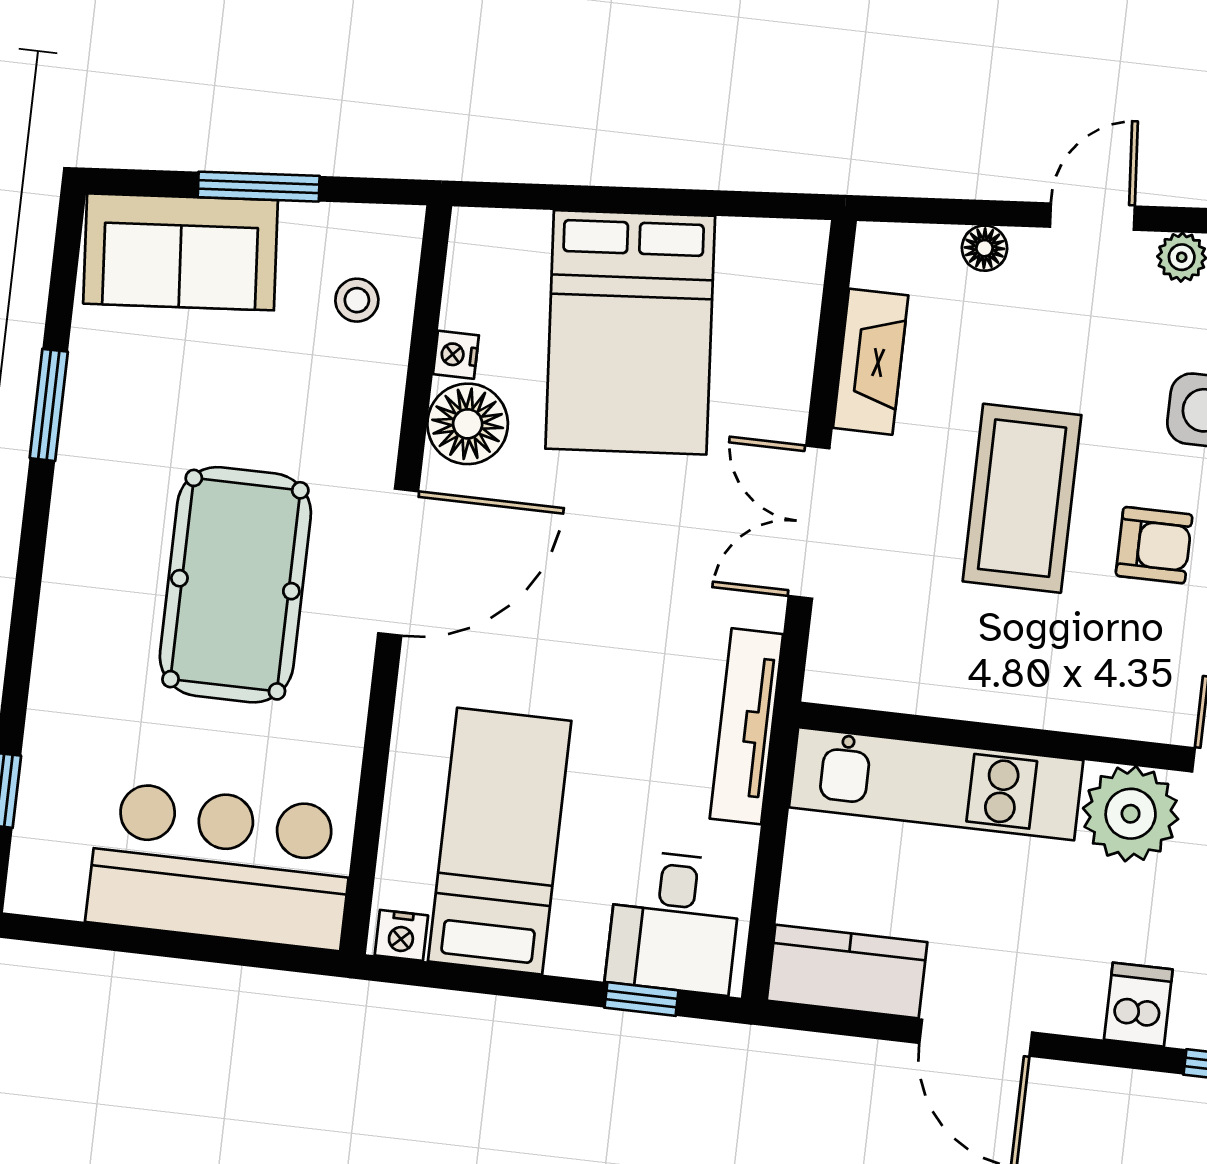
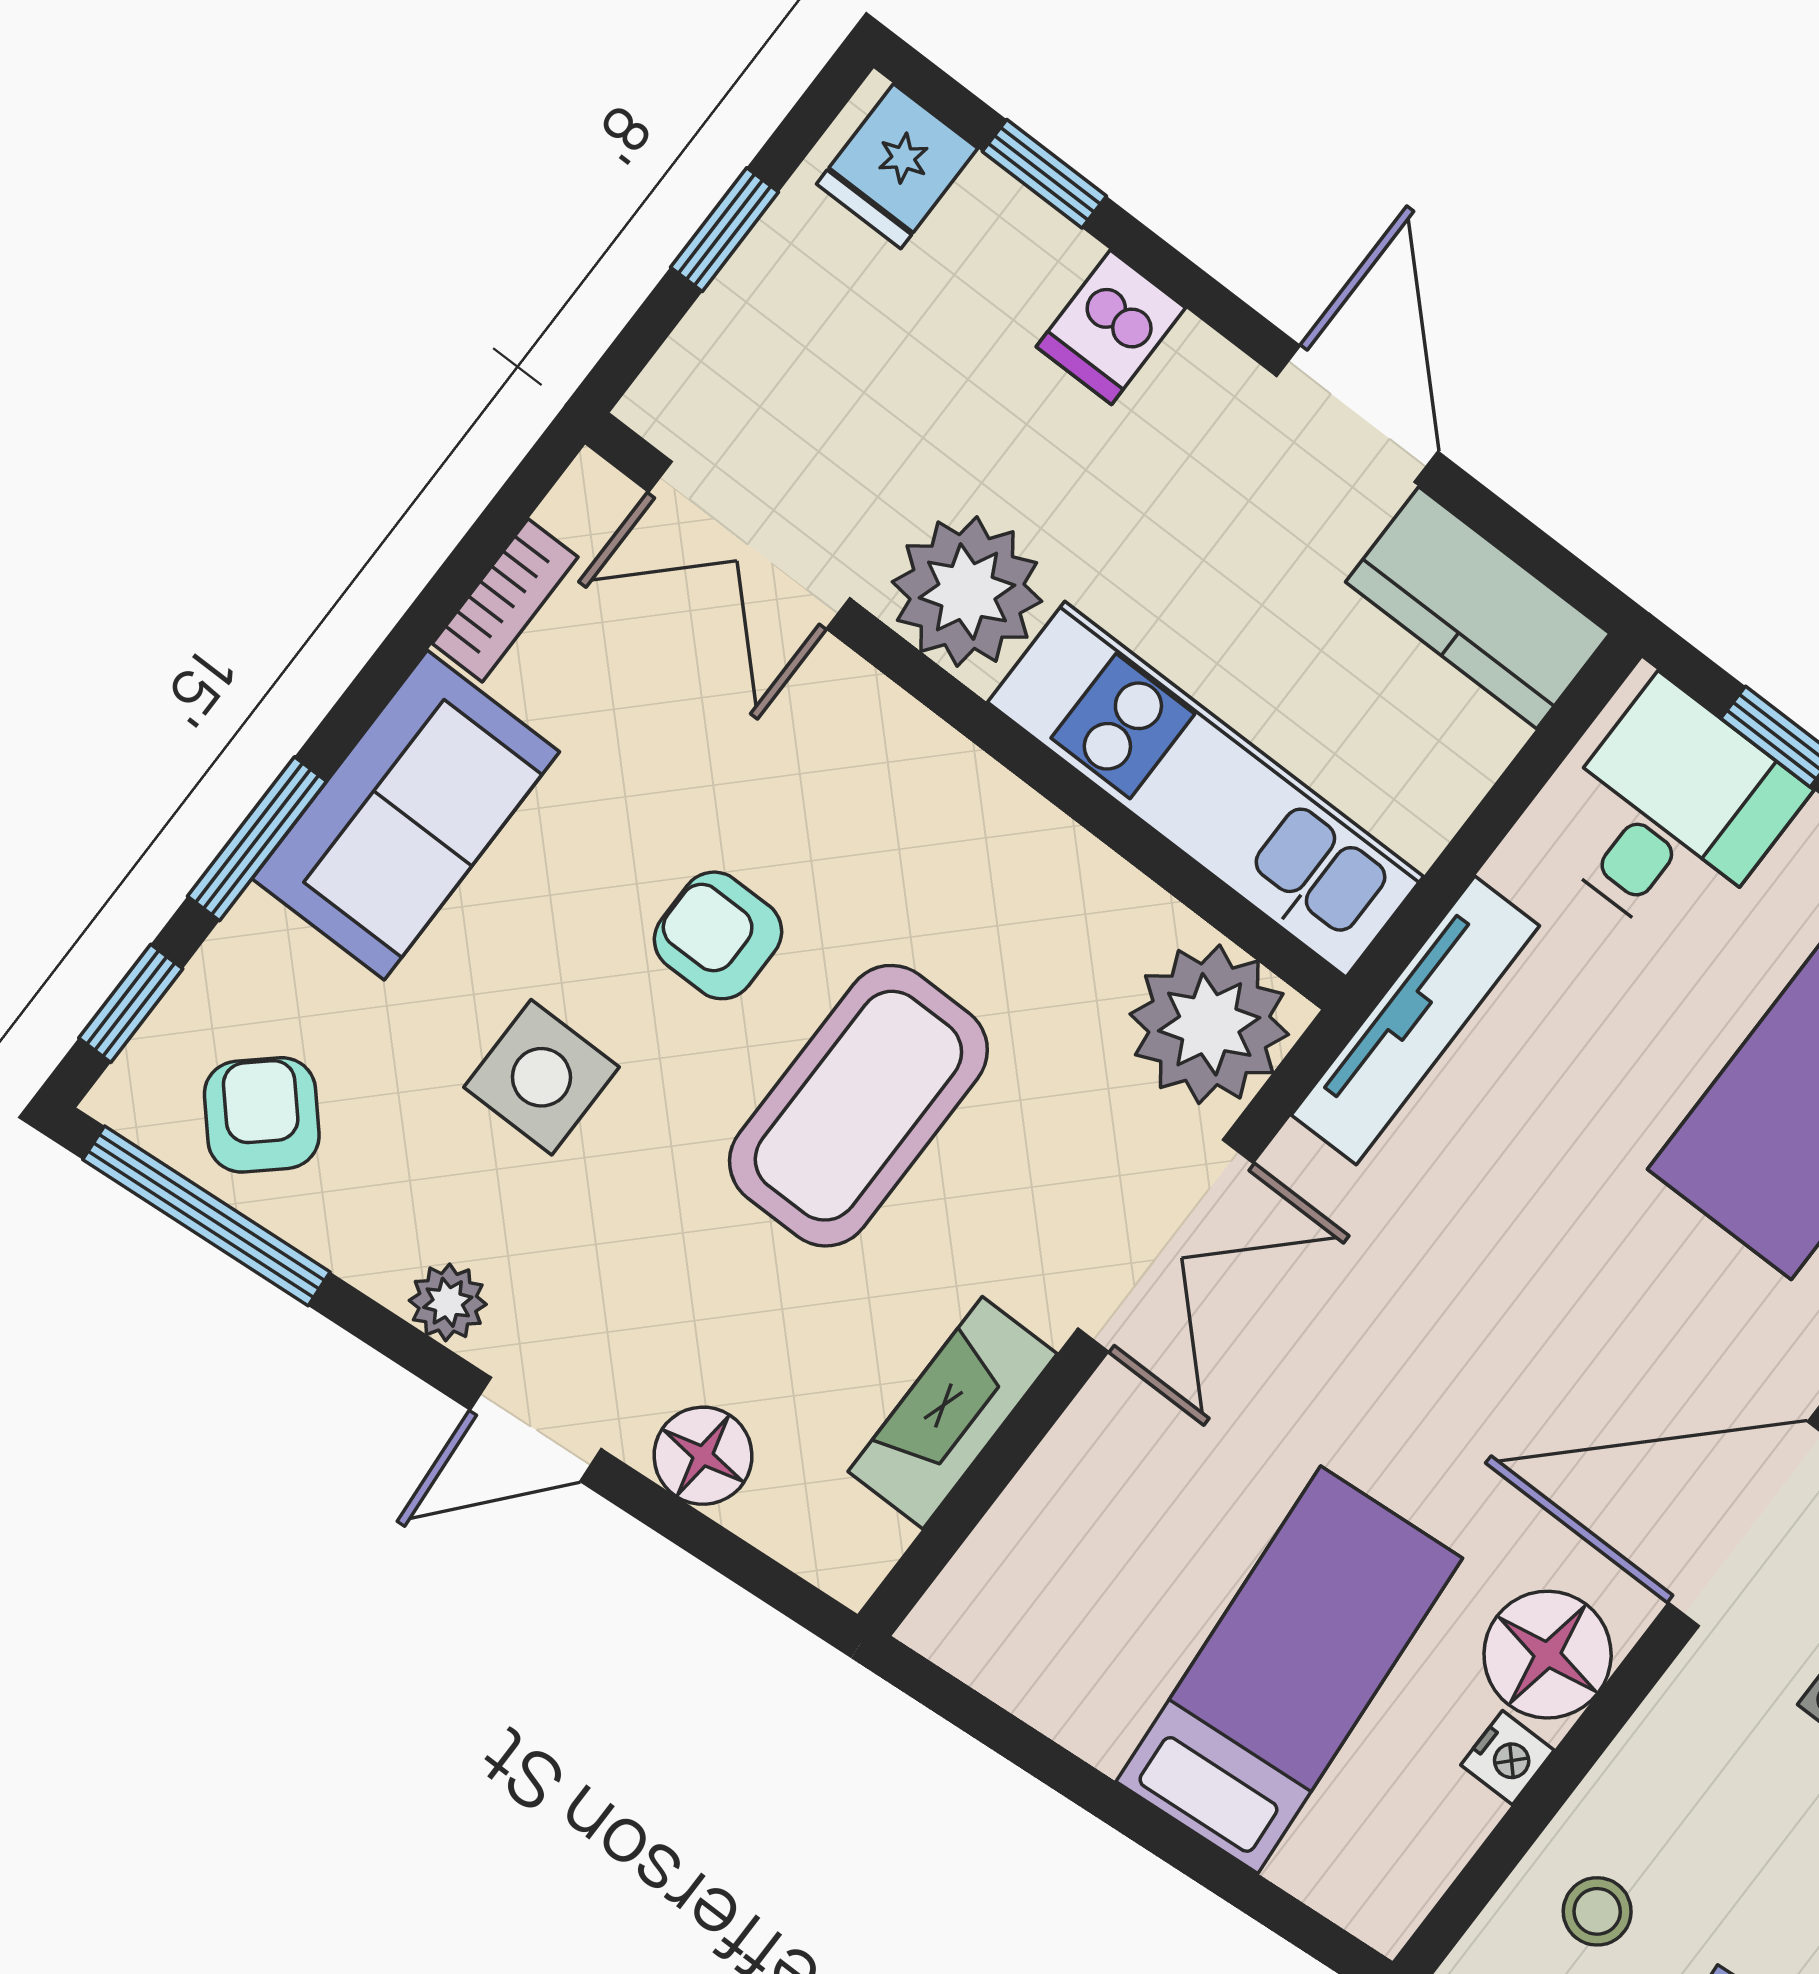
floor lamp: (985, 248) -> (703, 1456), width x1.37, depth x1.37
bed: (630, 332) -> (1289, 1670), width x0.67
plant: (857, 657) -> (1209, 1024), added

